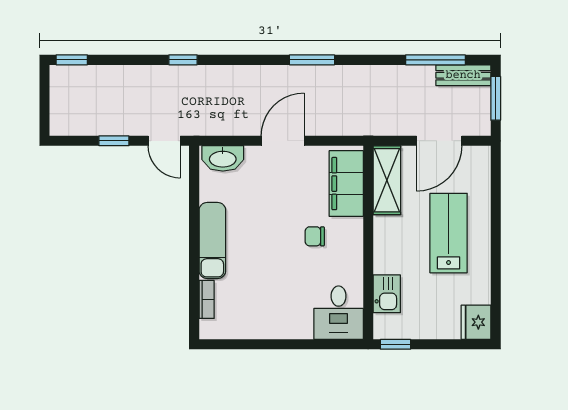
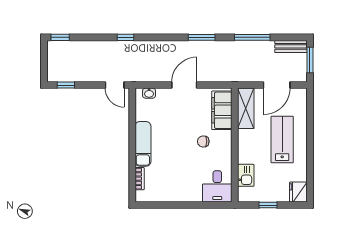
window: (435, 60) -> (252, 37), moved
window: (114, 141) -> (66, 85), moved
washbasin: (223, 158) -> (149, 93), width x0.52, depth x0.69
window: (395, 344) -> (268, 205), moved

